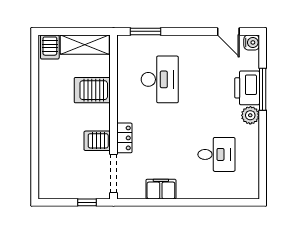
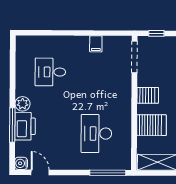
window: (146, 31) -> (108, 173), width x1.44
locker: (124, 138) -> (125, 86), removed
server rack: (97, 141) -> (148, 95), moved
filing cabinet: (161, 189) -> (96, 44), width x0.50

